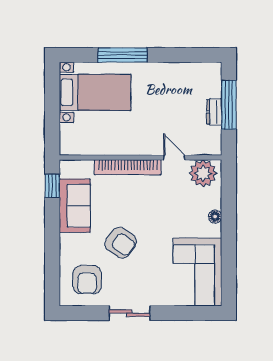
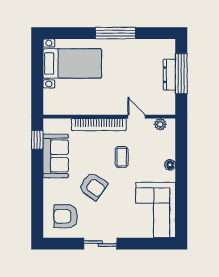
window: (123, 55) -> (115, 33), moved
dresser: (214, 112) -> (169, 75), width x1.44
plant: (203, 173) -> (160, 124), width x0.53, depth x0.53
coffee table: (156, 207) -> (122, 157), added
armchair: (87, 280) -> (66, 216), turned 90

